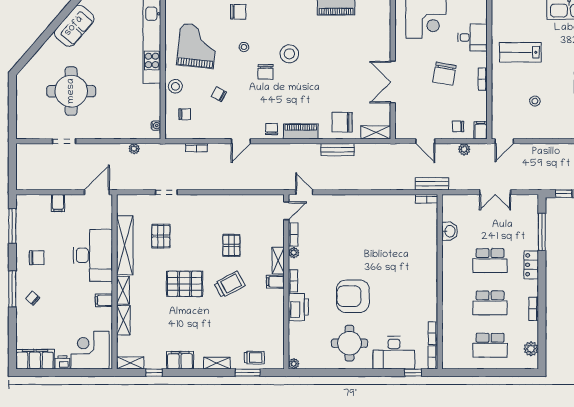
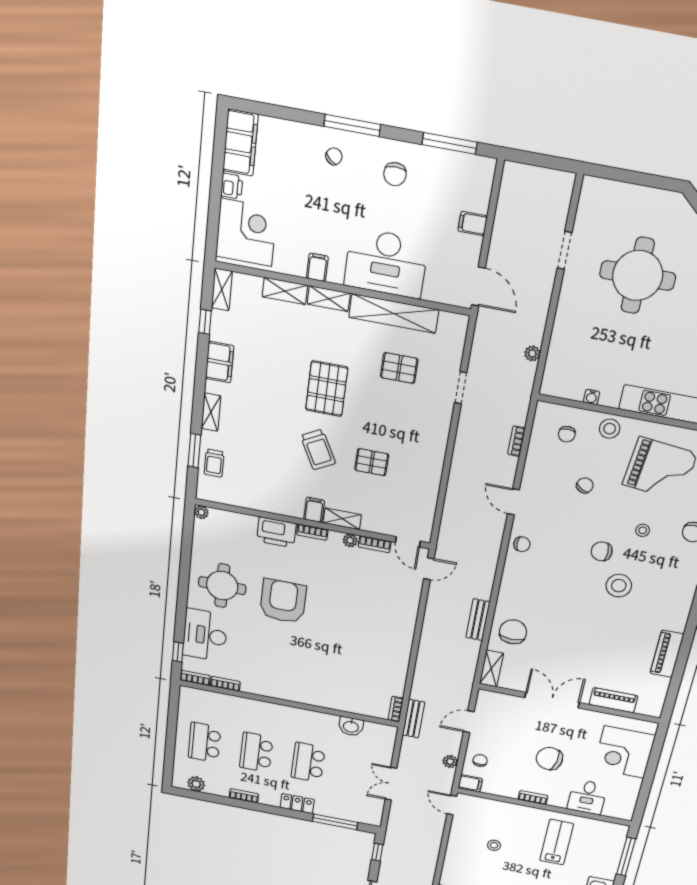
water cooler: (156, 126) -> (592, 397), moved
piano: (301, 131) -> (613, 700), moved, turned -90

